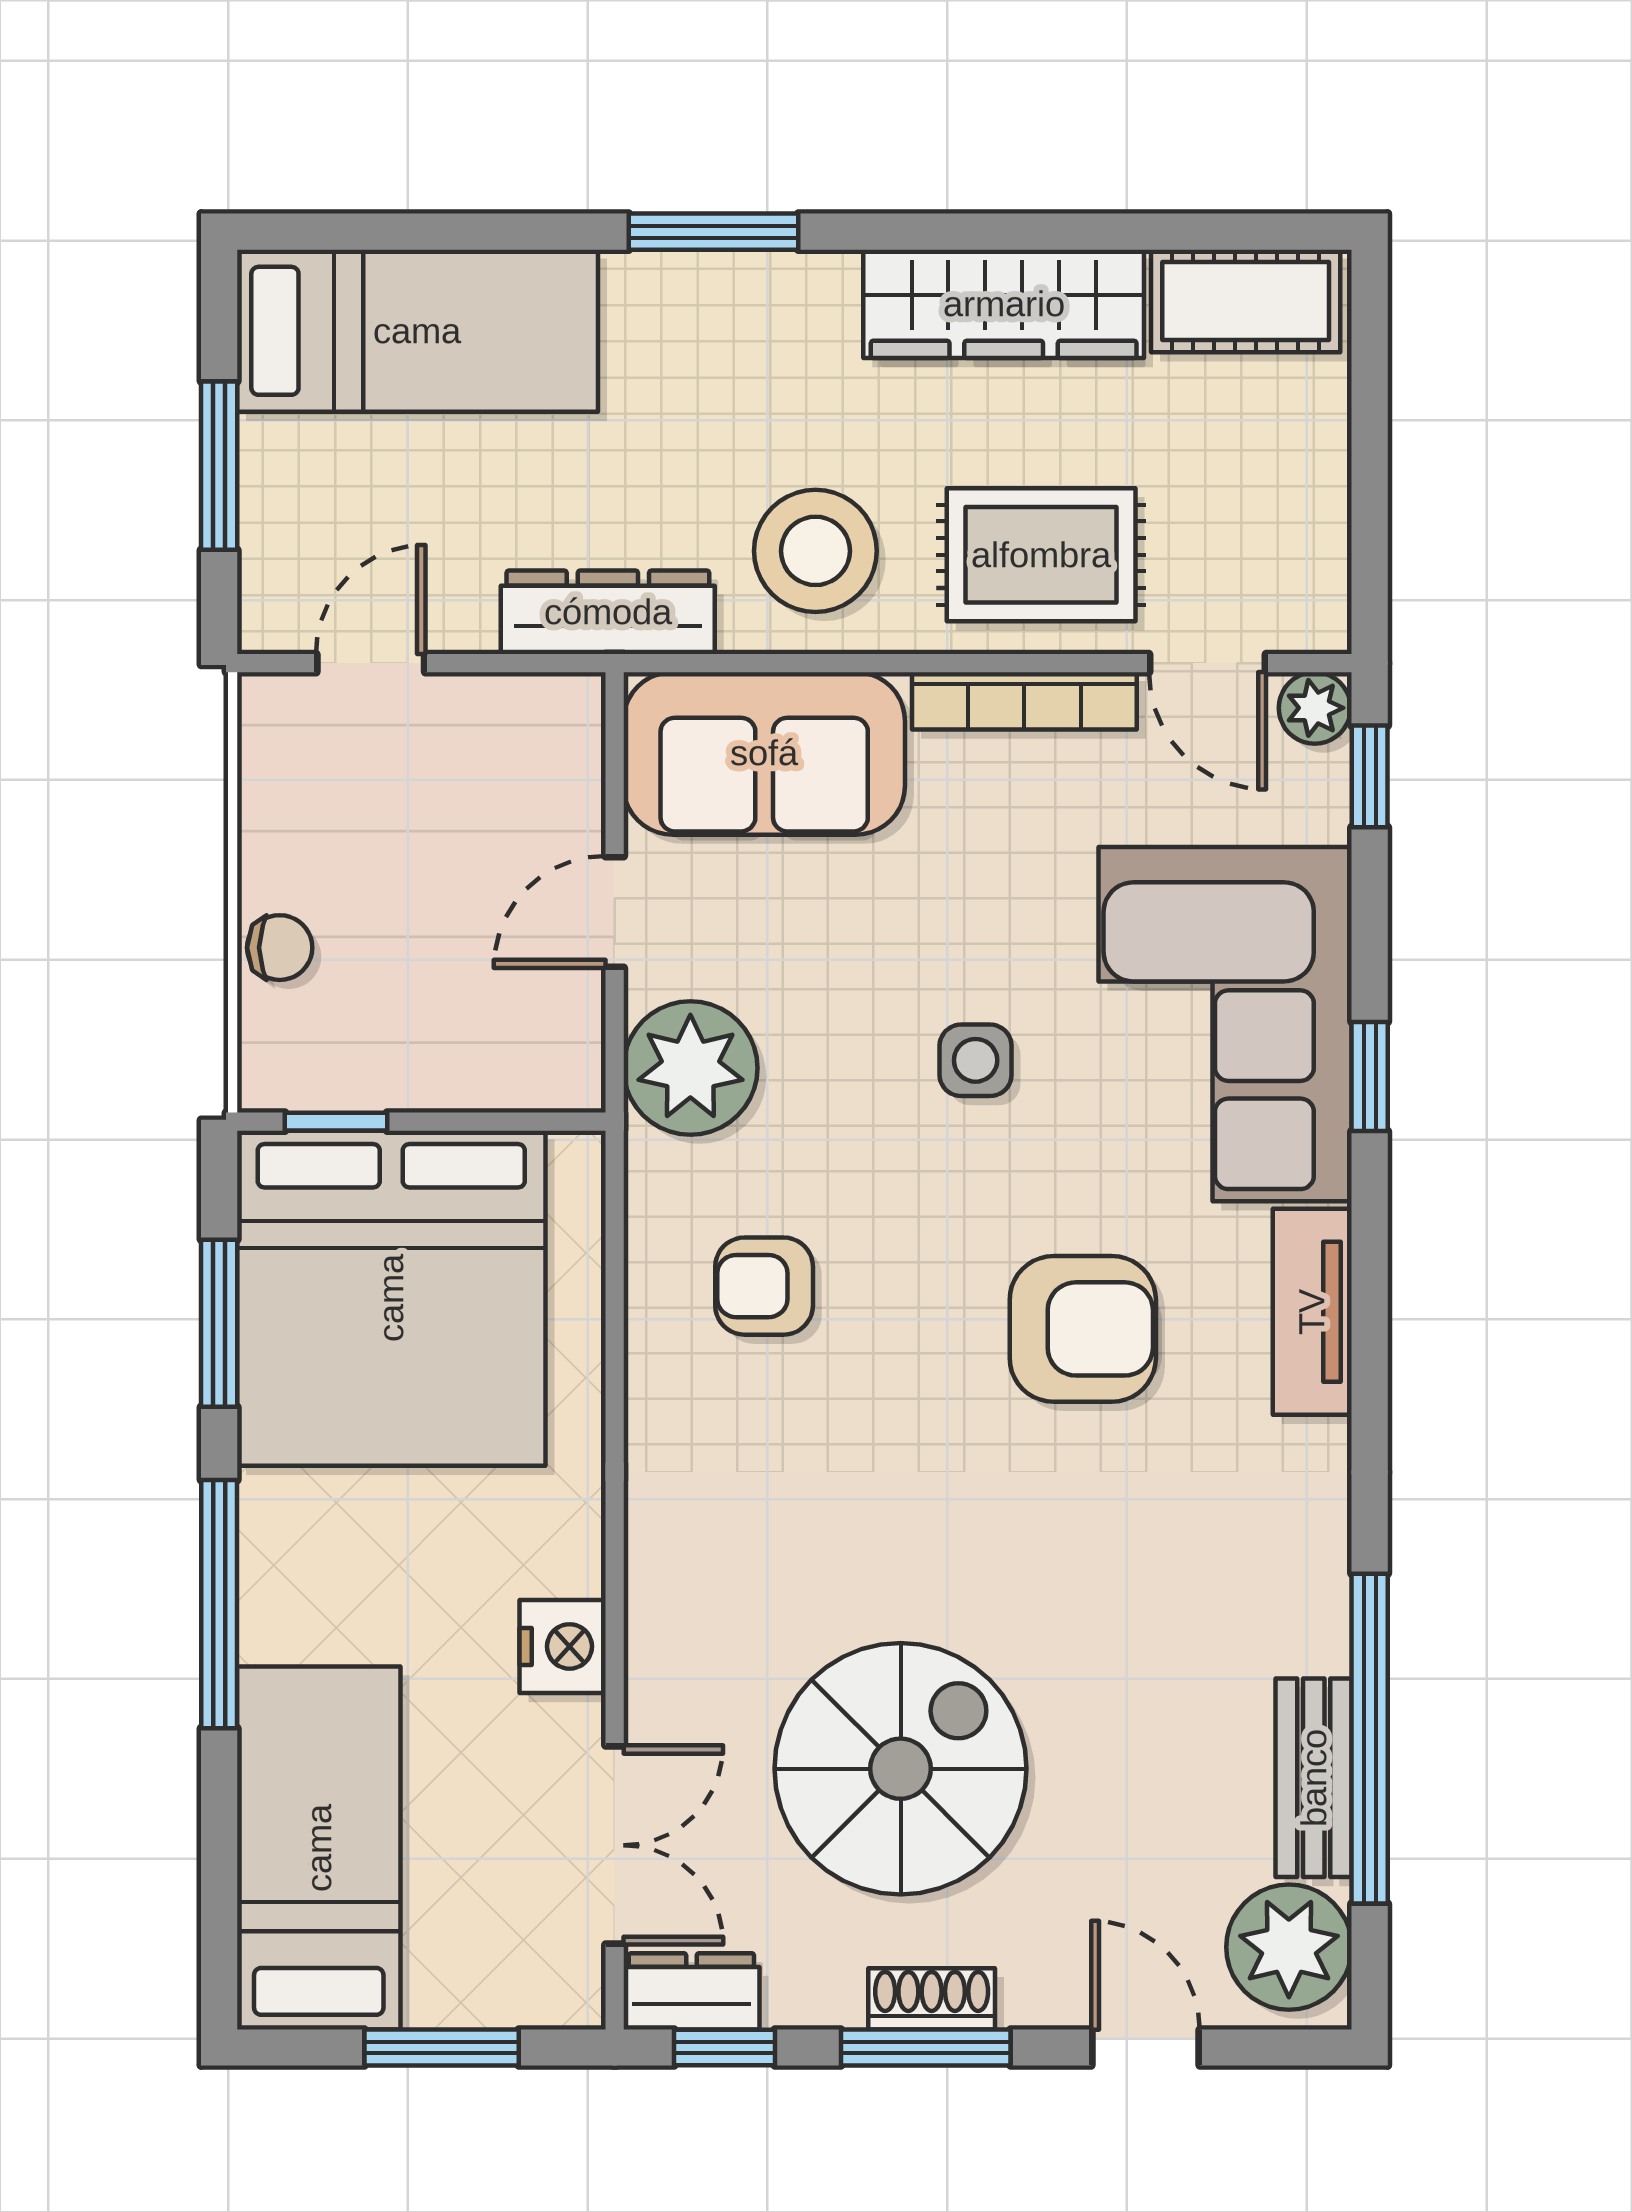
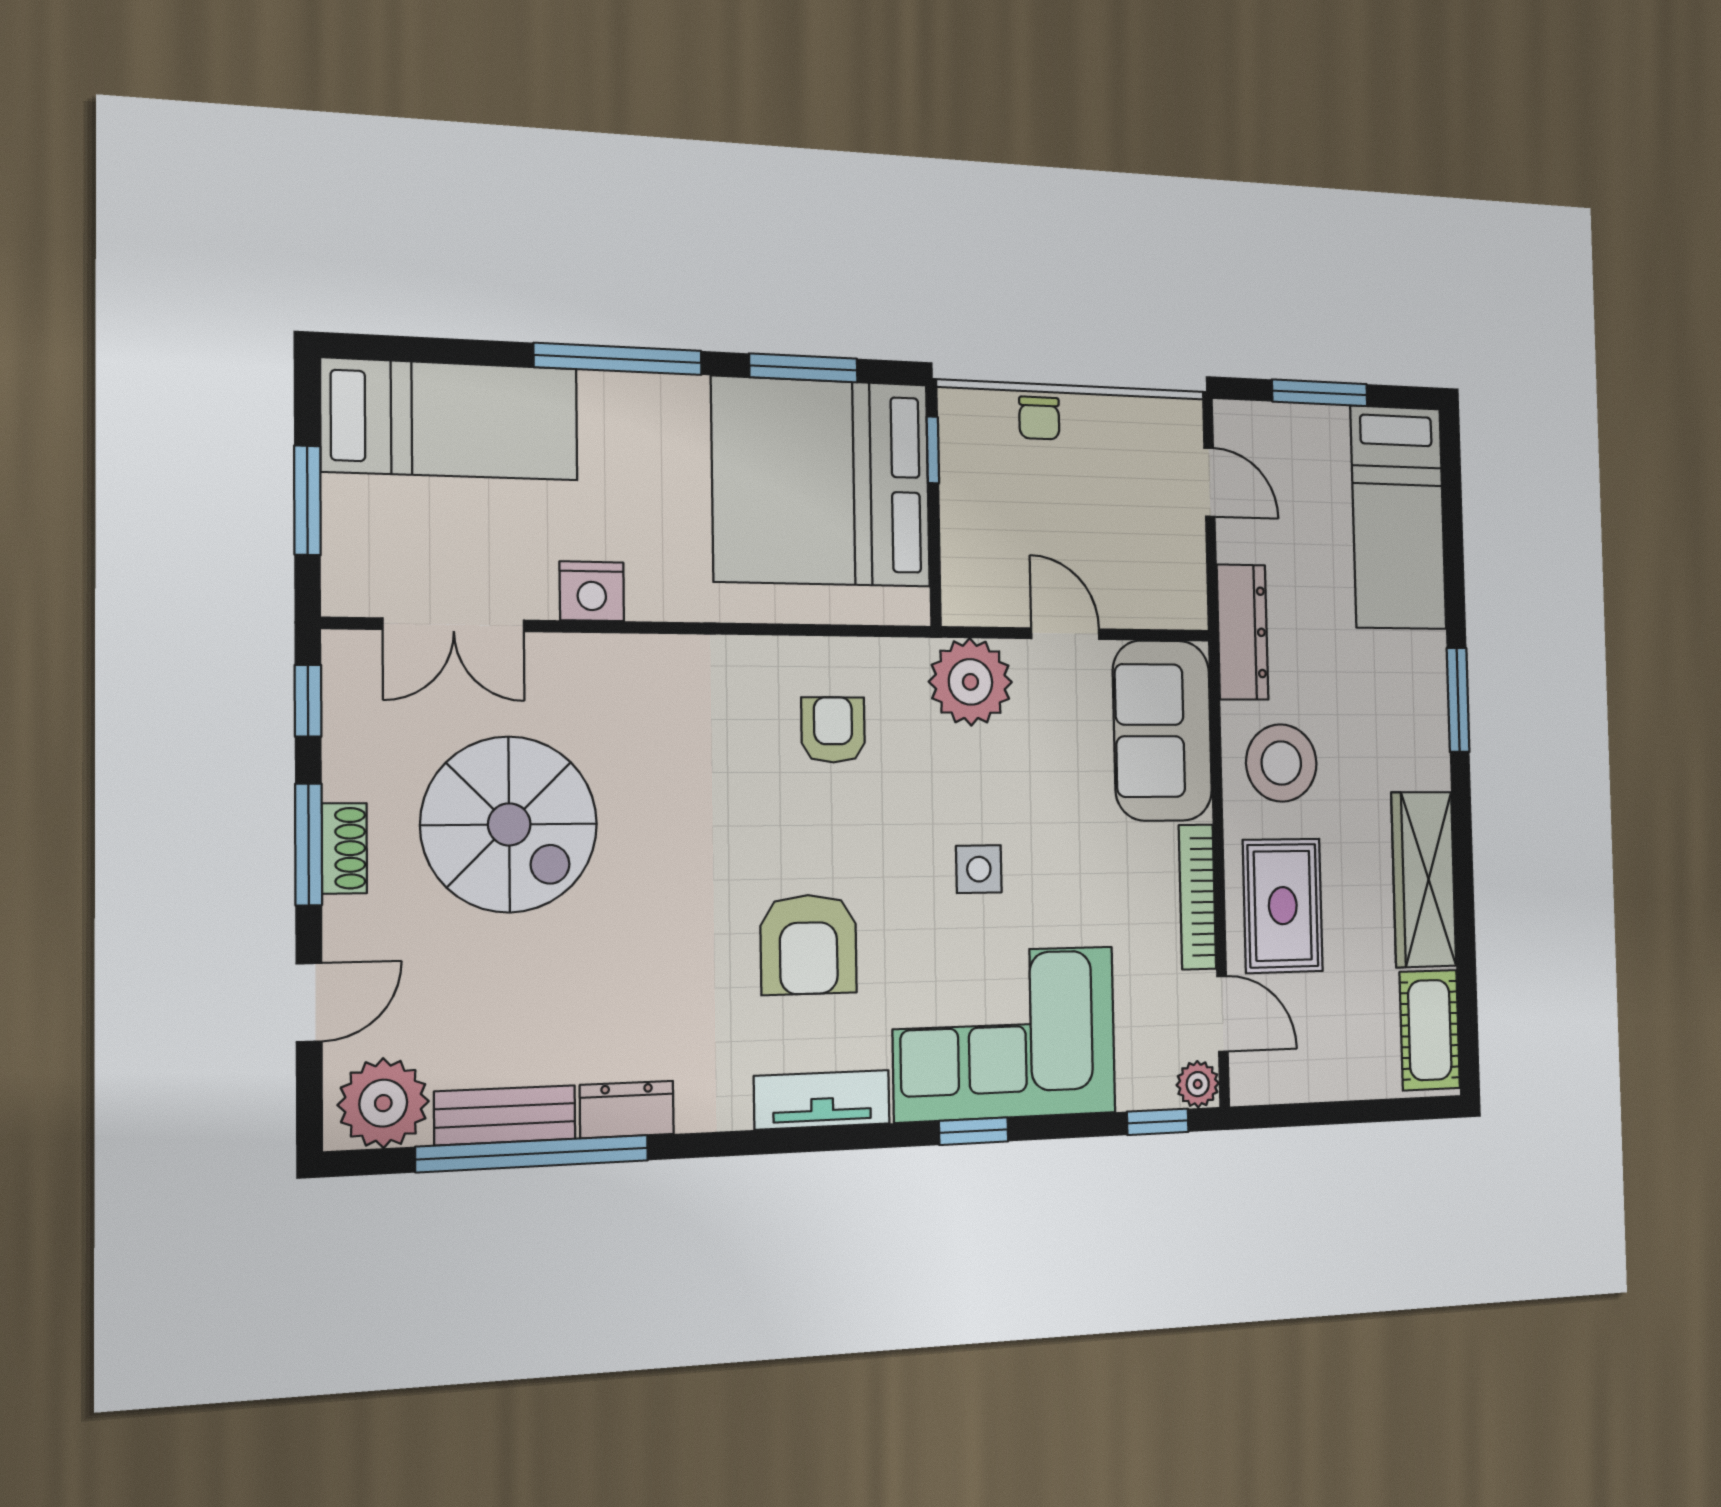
door: (1208, 663) -> (1222, 1014), swing flipped
dresser: (691, 1991) -> (627, 1110), moved, turned -90

